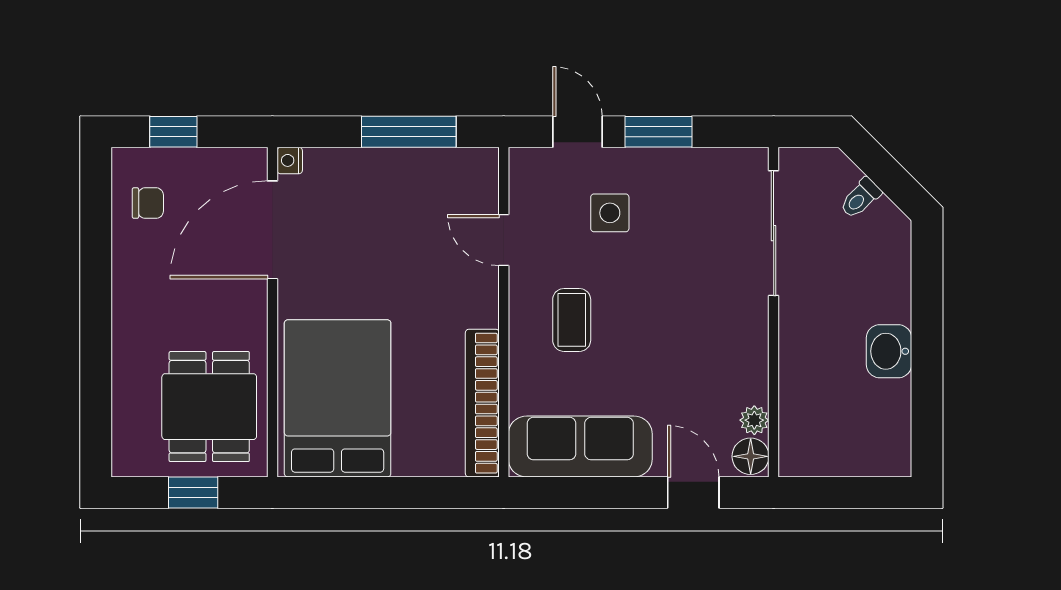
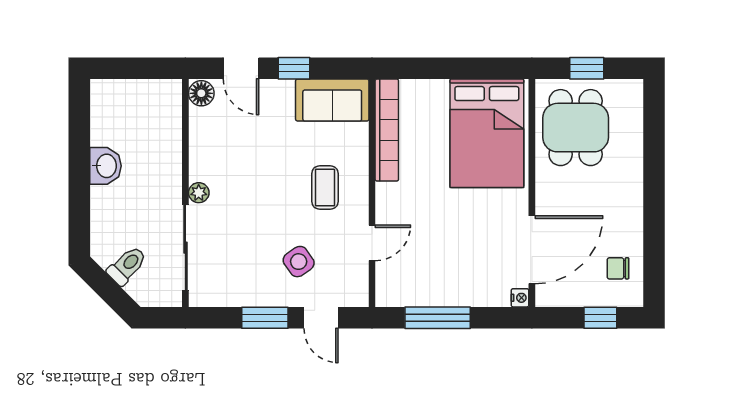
toilet: (860, 198) -> (127, 266), width x1.37, depth x1.39
side table: (610, 213) -> (299, 262), turned -35
door: (504, 240) -> (372, 243), hinge flipped
plant: (754, 420) -> (199, 193), moved
sofa: (580, 447) -> (332, 100), width x0.73
window: (617, 493) -> (294, 68), added

